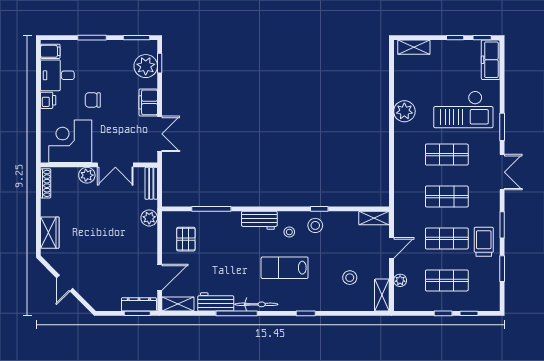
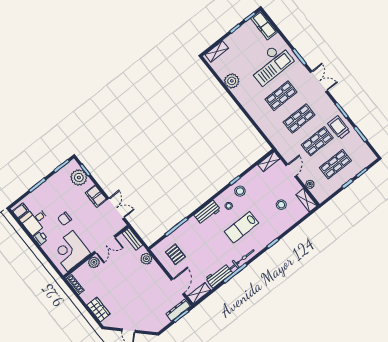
plant: (404, 111) -> (232, 81), moved

